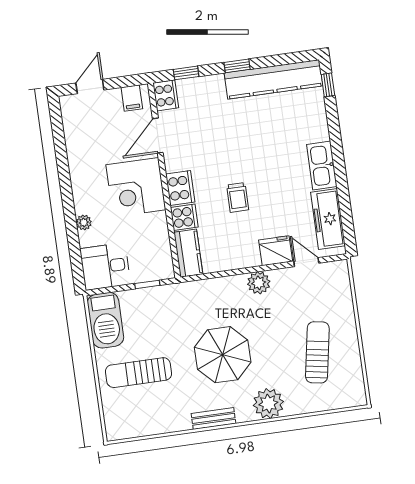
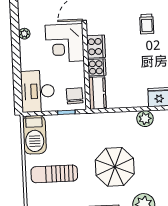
trolley: (238, 197) -> (147, 24), moved
plant: (84, 222) -> (24, 34), moved
chair: (157, 260) -> (75, 96), added
desk: (105, 266) -> (38, 91), width x1.37

